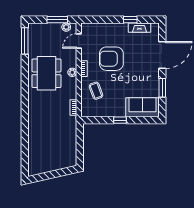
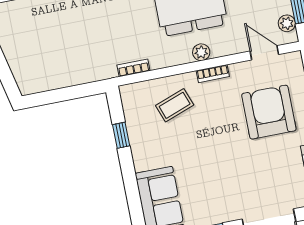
armchair: (111, 59) -> (269, 112), moved
window: (120, 120) -> (121, 135), moved

